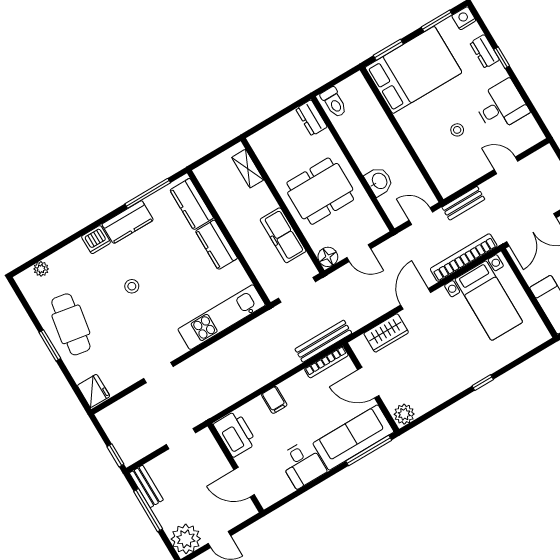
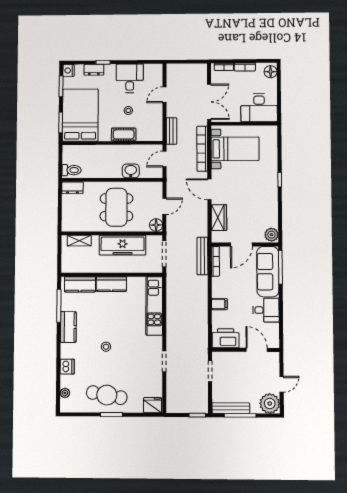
cot: (422, 143) -> (124, 134), added
freezer: (283, 235) -> (123, 245), width x1.36, depth x1.26
dishwasher: (96, 240) -> (67, 367), moved
door: (244, 482) -> (257, 350), swing flipped
bench: (146, 486) -> (231, 408), width x1.36

